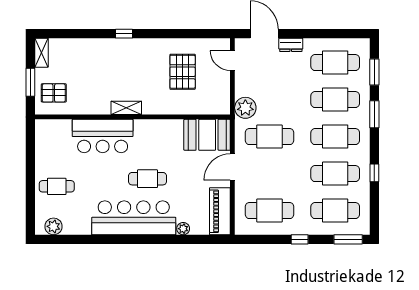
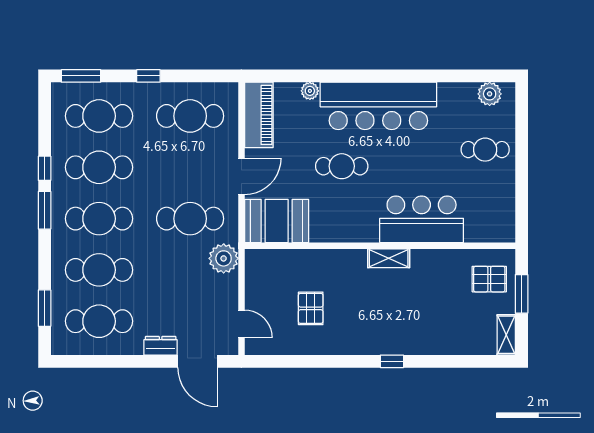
pallet: (183, 72) -> (311, 308), width x0.67, depth x0.71
window: (374, 114) -> (45, 210), moved
cafe table: (147, 179) -> (342, 166), moved

